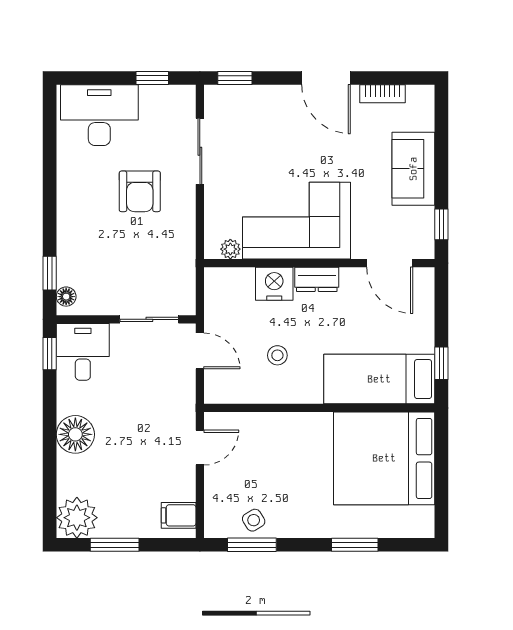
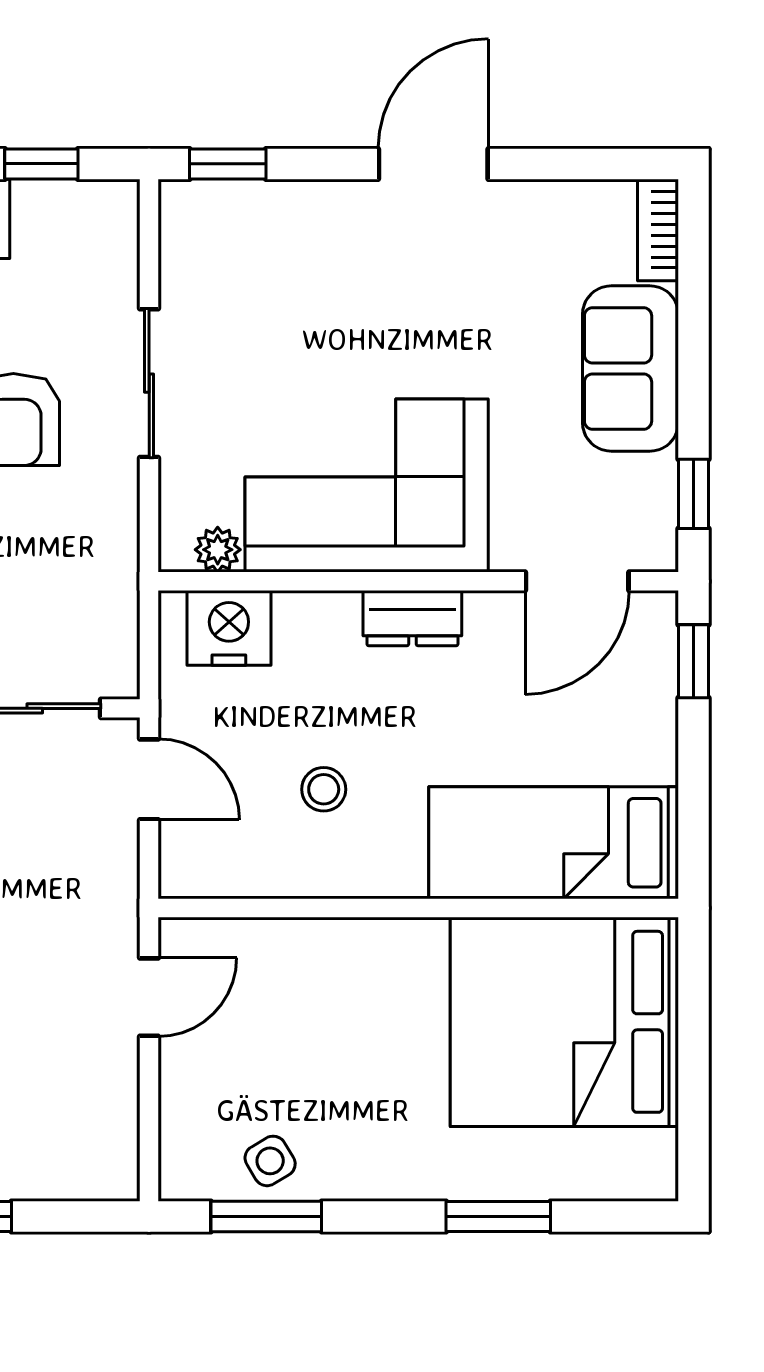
door: (326, 78) -> (433, 164), swing flipped
bookcase: (382, 94) -> (658, 230), moved, turned 90
sliding door: (200, 151) -> (149, 383), moved
door: (390, 263) -> (577, 581), hinge flipped
nightstand: (274, 284) -> (229, 628), moved
window: (441, 363) -> (693, 661), moved
filing cabinet: (179, 515) -> (101, 1150), removed

